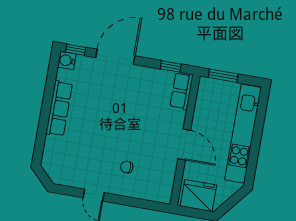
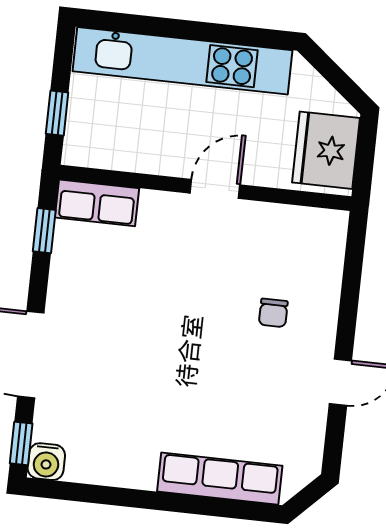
window: (223, 76) -> (57, 113), width x0.67
row of seats: (59, 108) -> (220, 479), moved
door: (184, 145) -> (215, 189), width x0.73

